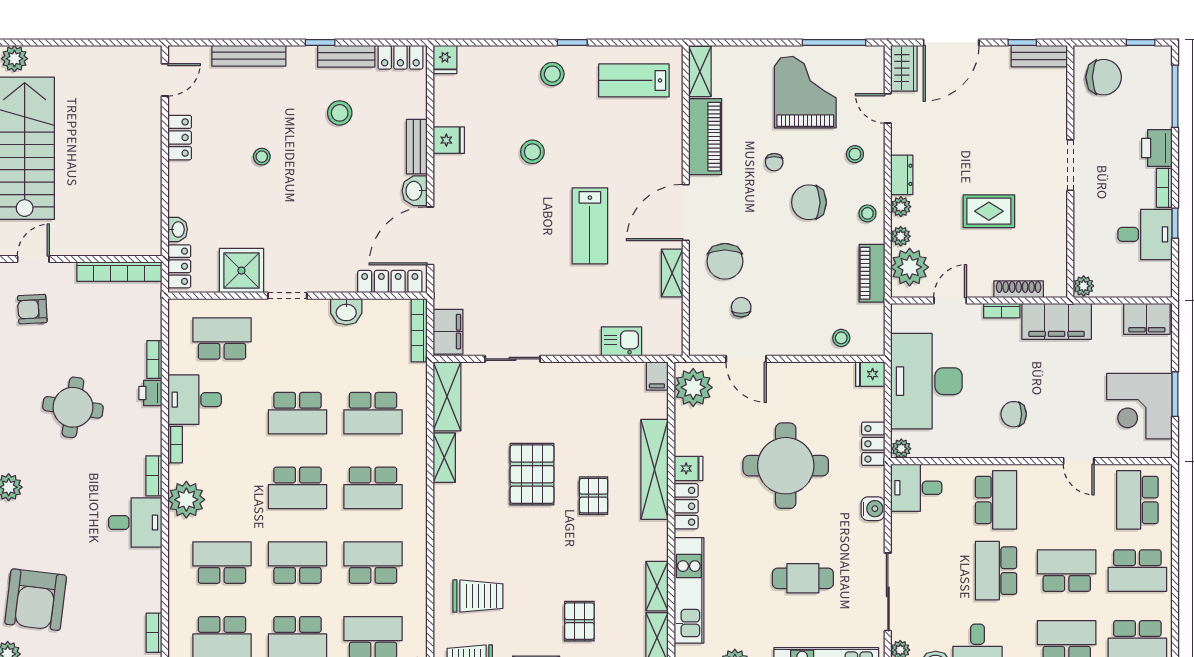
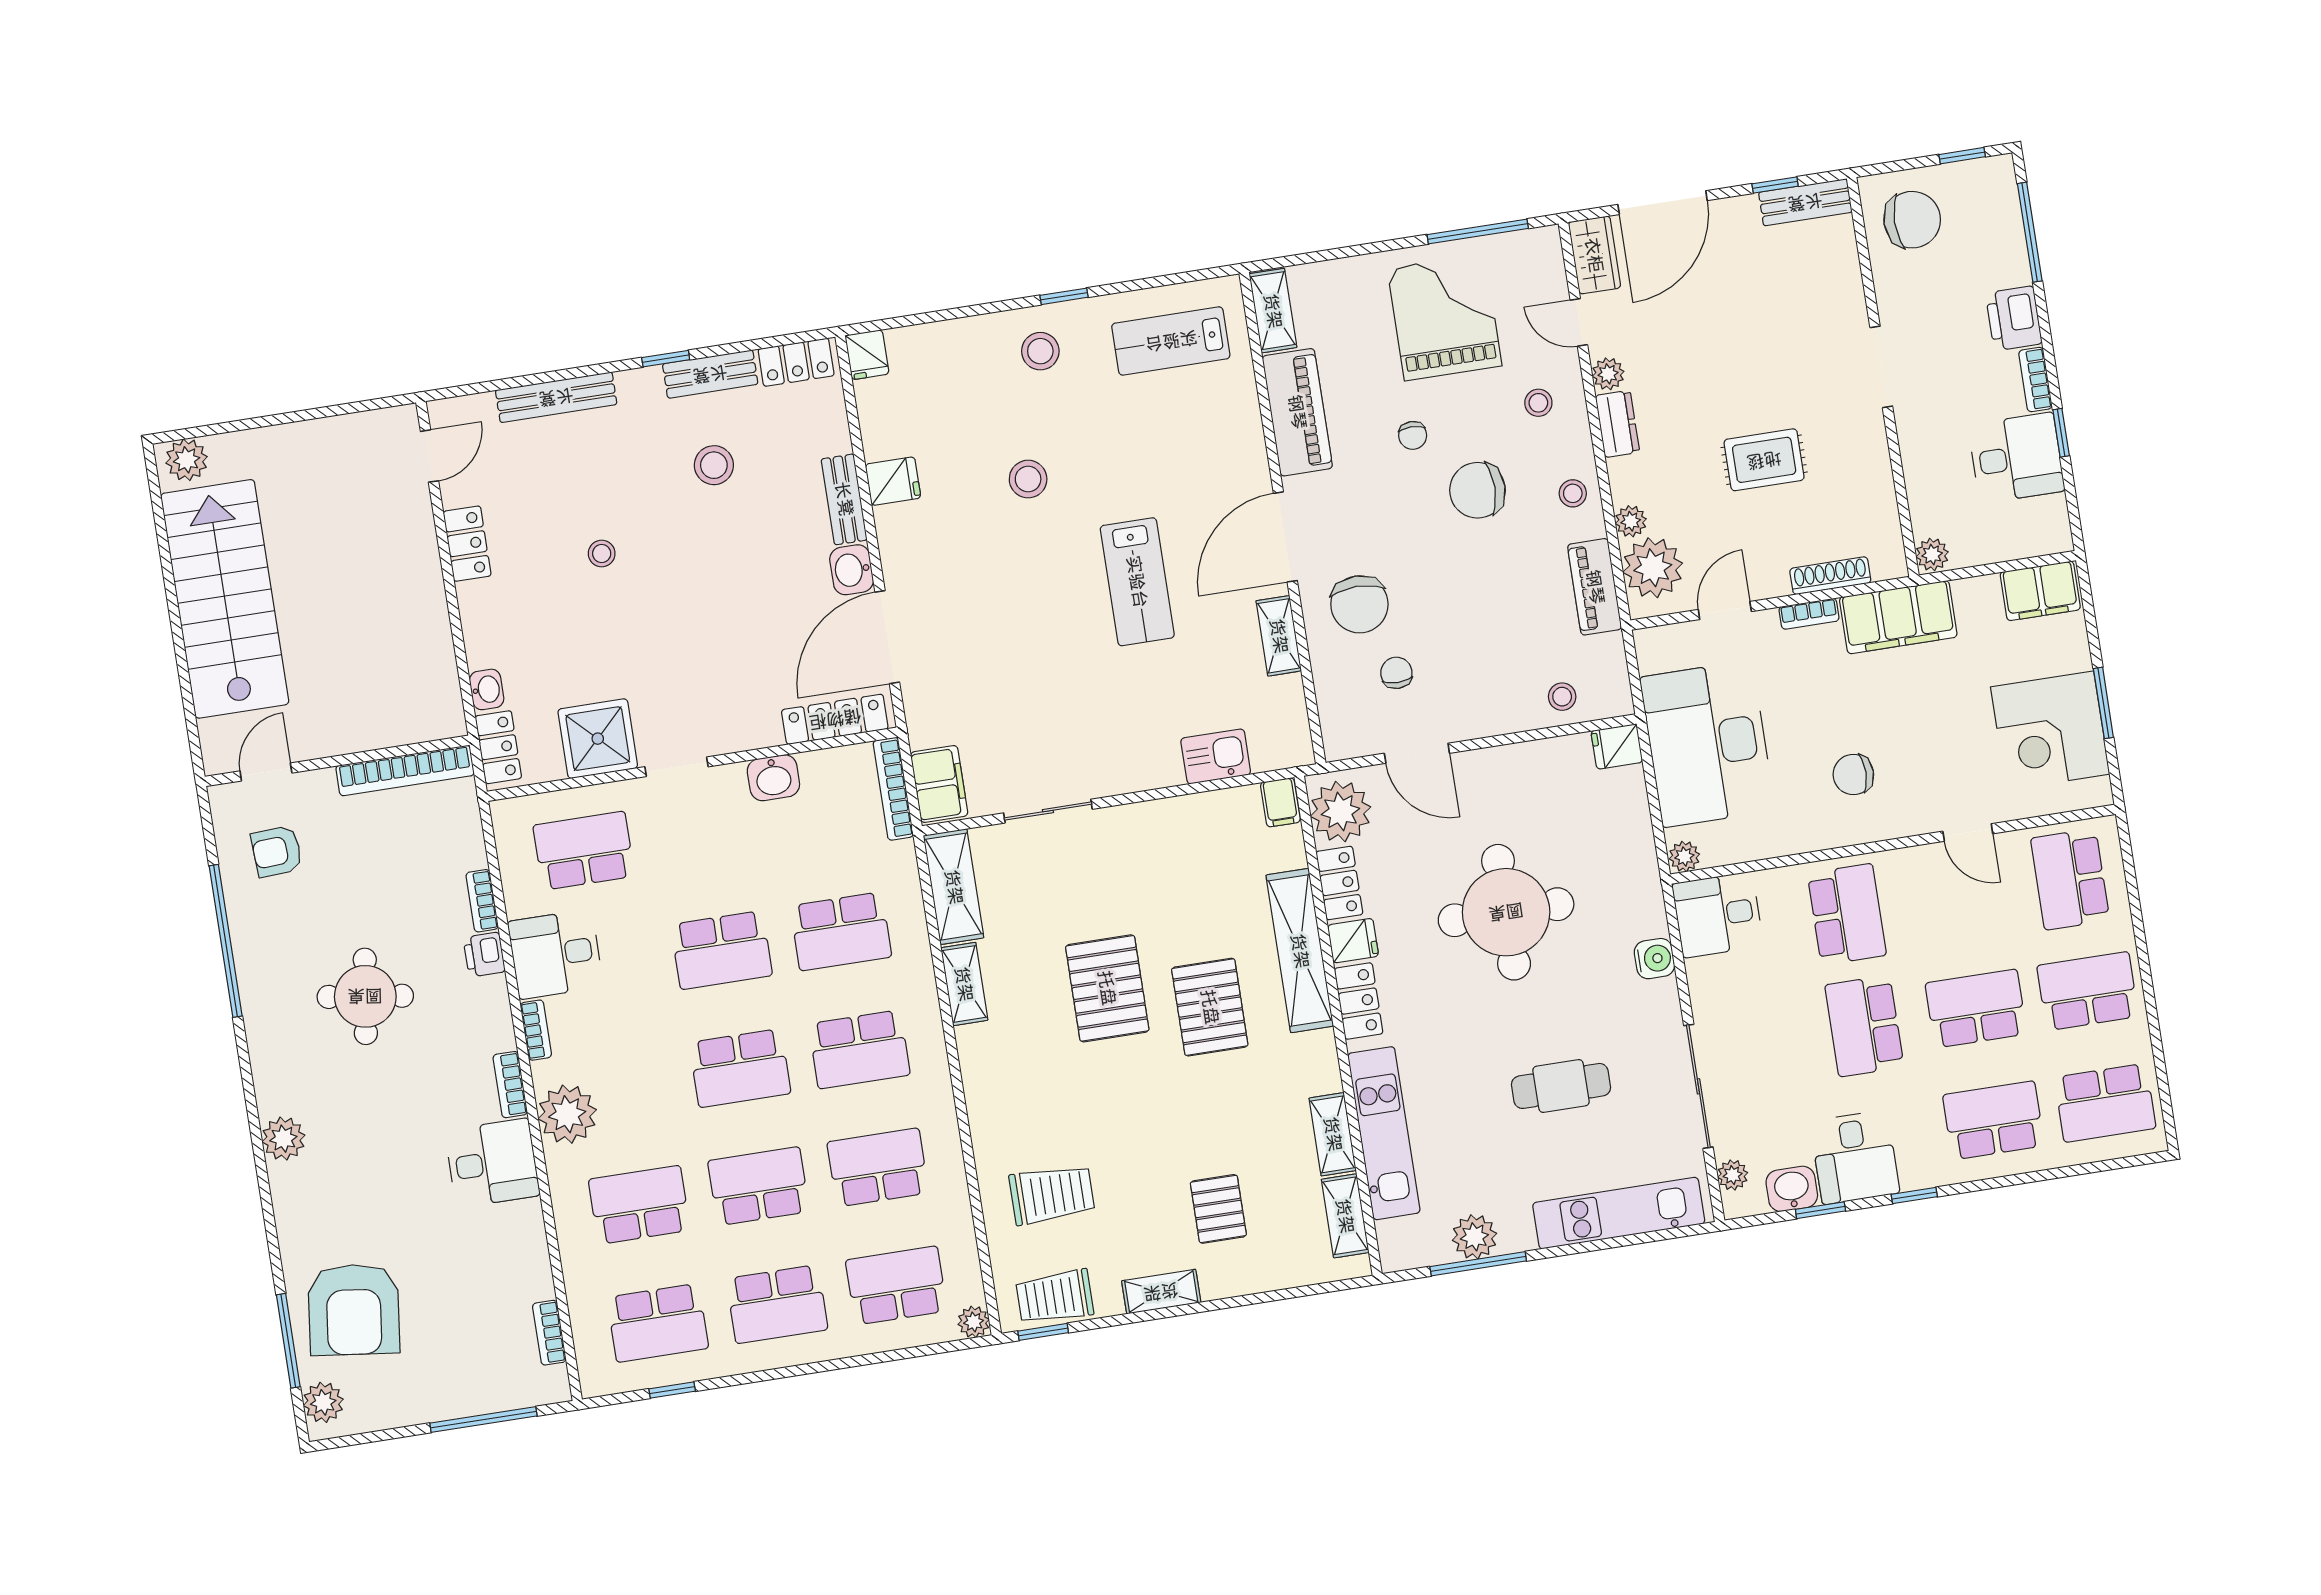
plant: (901, 207) -> (1608, 374), moved
locker: (873, 444) -> (1339, 883), moved, turned 180
pallet: (594, 496) -> (1210, 1007), width x1.50, depth x1.42
school desk: (1137, 571) -> (2088, 991), turned 180

